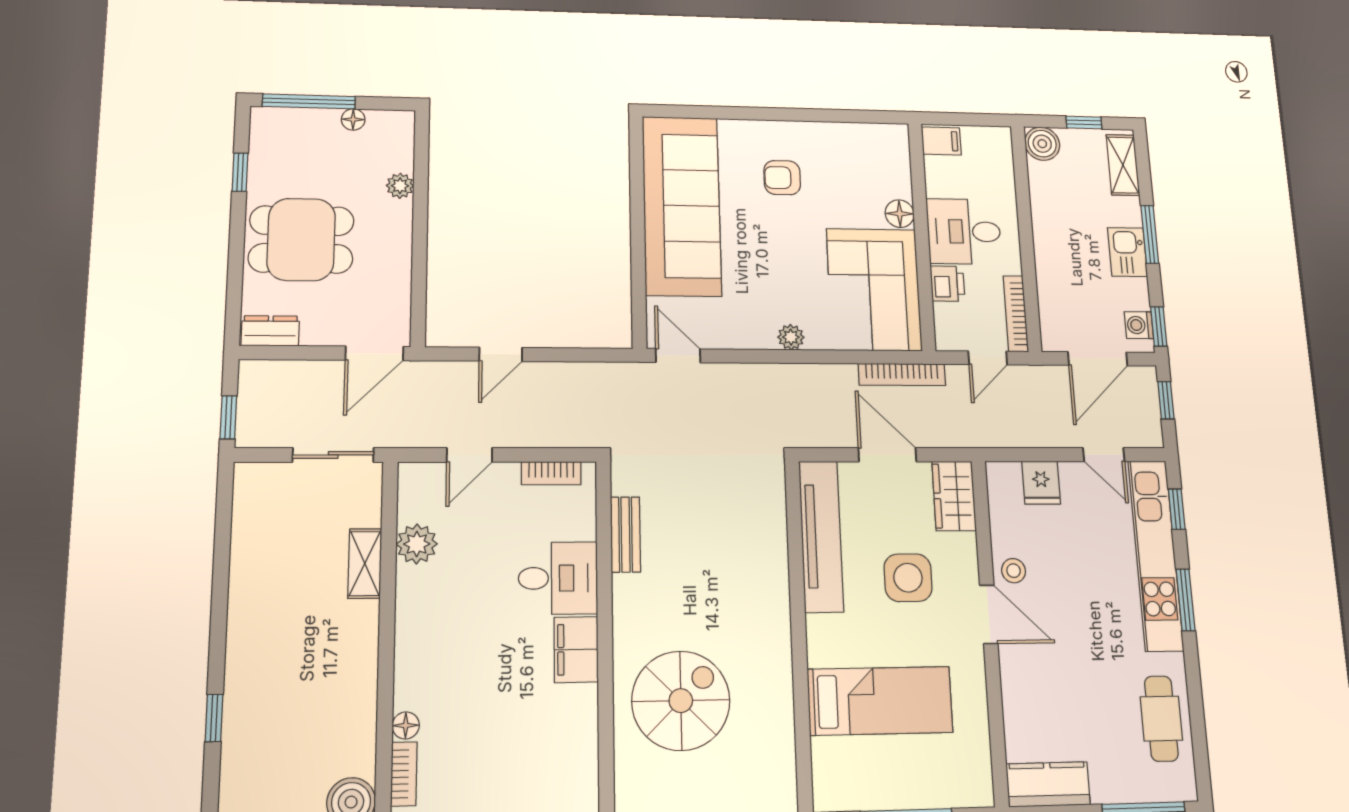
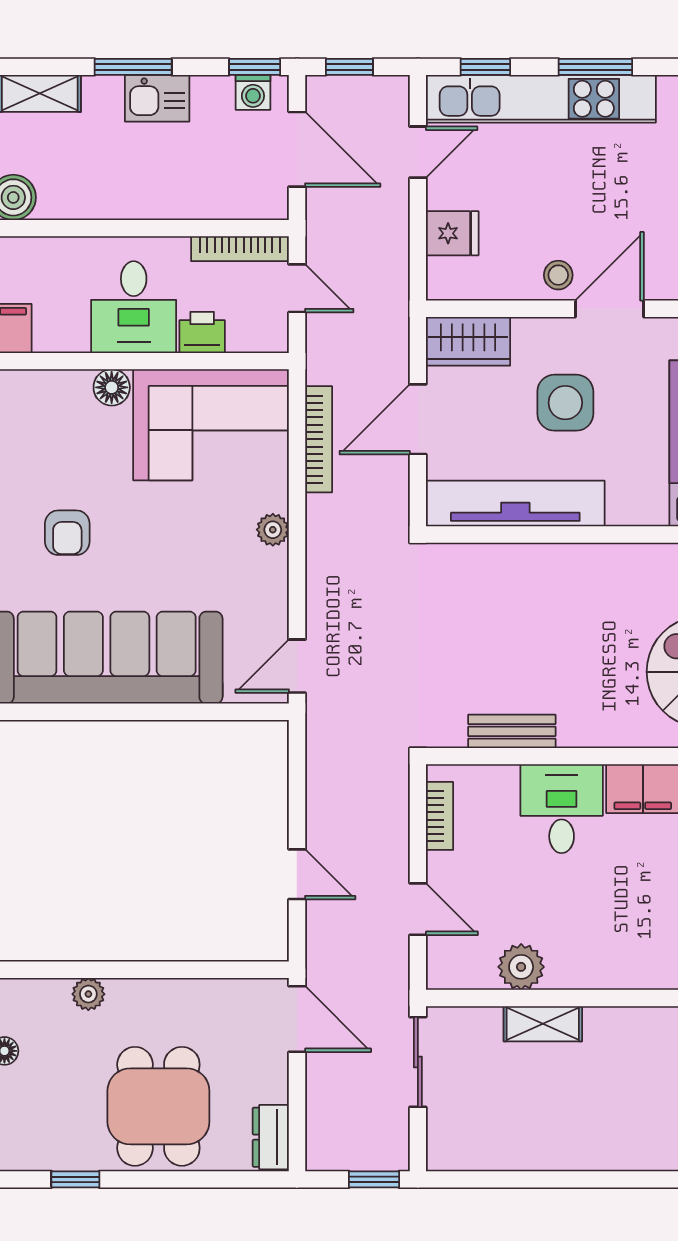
bookcase: (902, 375) -> (319, 439), moved

